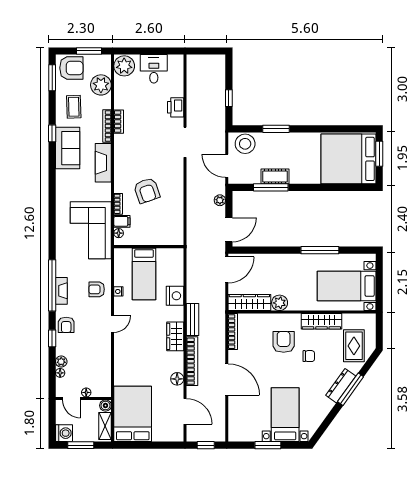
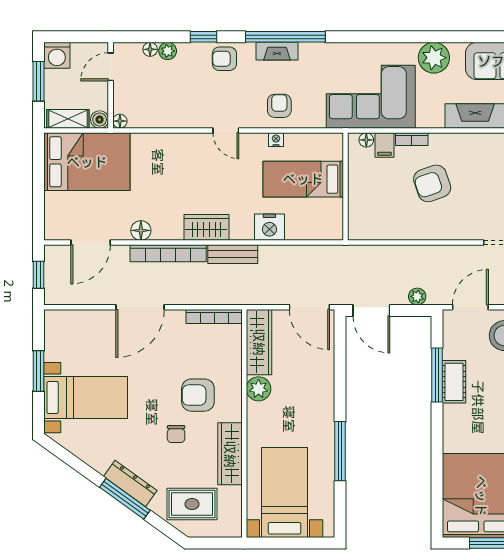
plant: (66, 189) -> (434, 58), added
armchair: (284, 342) -> (198, 395), turned 180
floor lamp: (86, 392) -> (120, 121), moved

